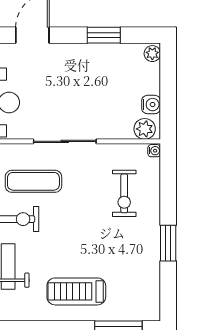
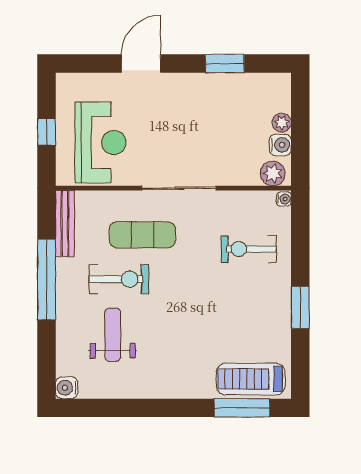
plant: (152, 54) -> (282, 123), moved
exercise bike: (124, 193) -> (249, 249), turned 90
treadmill: (76, 291) -> (251, 379), moved

